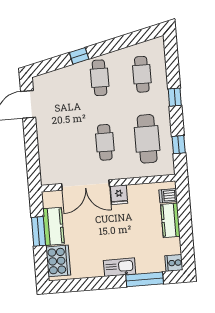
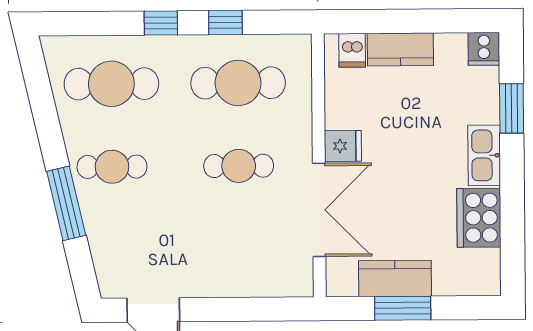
window: (79, 56) -> (66, 203), width x2.17
cafe table: (142, 74) -> (111, 84), width x1.37, depth x1.35
window: (179, 145) -> (225, 22), moved
cooker: (58, 261) -> (479, 218), moved, turned -90
window: (145, 279) -> (512, 108), width x0.69

